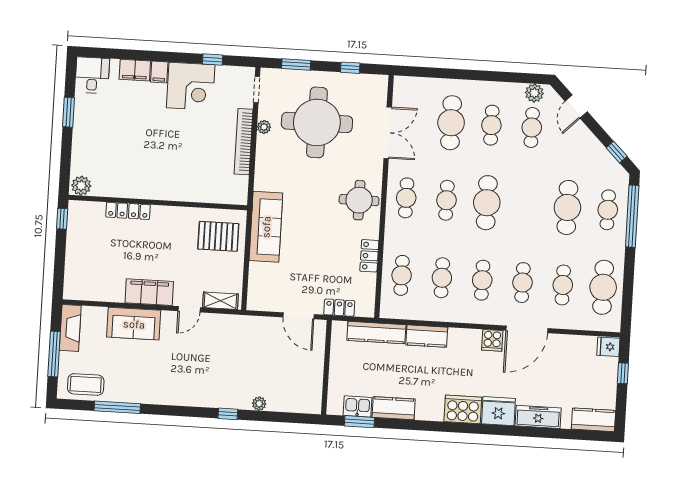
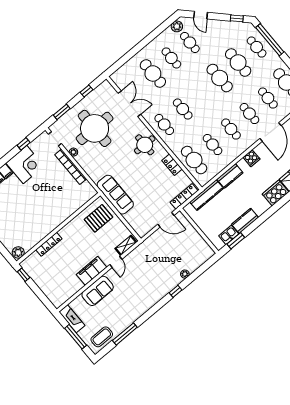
cafe table: (487, 203) -> (220, 78), moved
cafe table: (402, 275) -> (194, 160), width x1.37, depth x1.35
locker: (339, 308) -> (184, 196), width x1.53
cooker: (492, 340) -> (251, 158), moved

